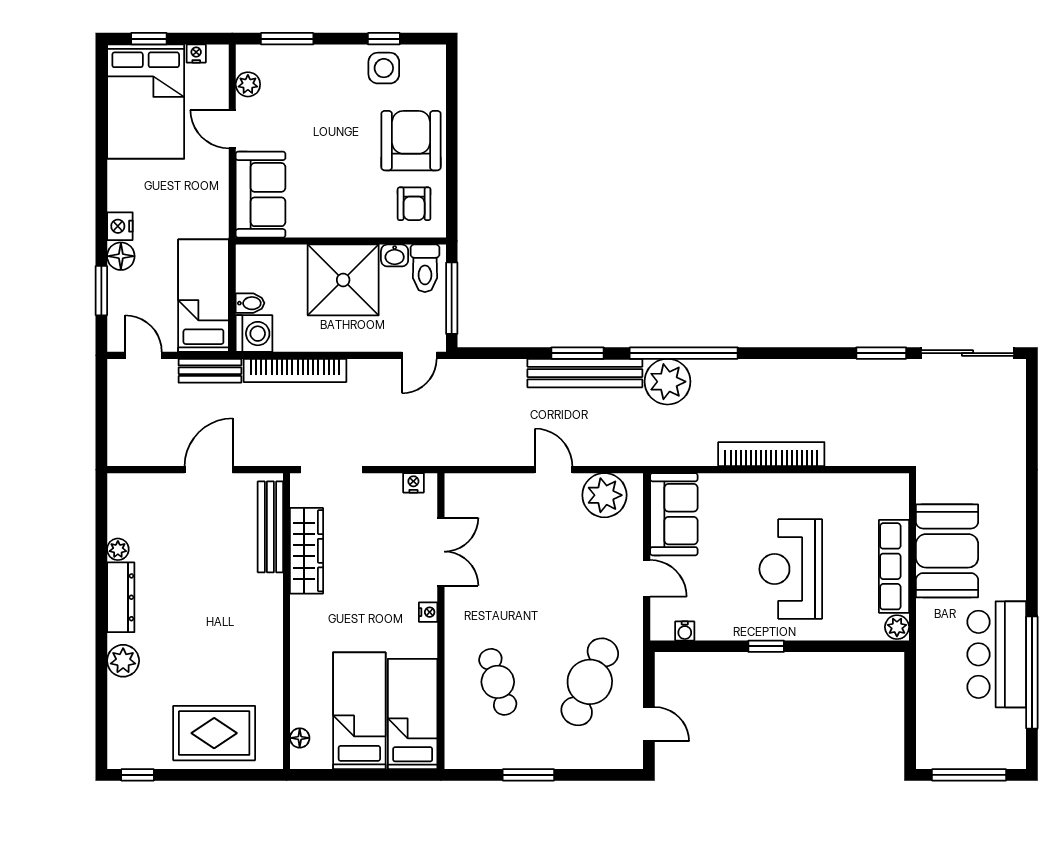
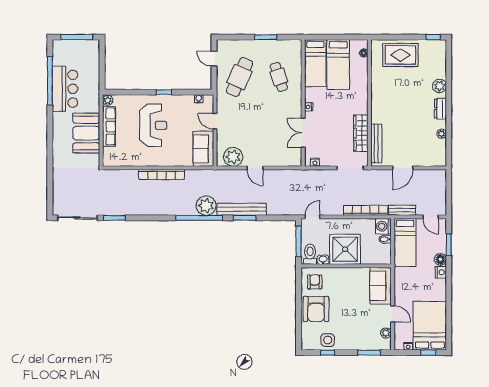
dresser: (121, 597) -> (440, 109), width x0.70

